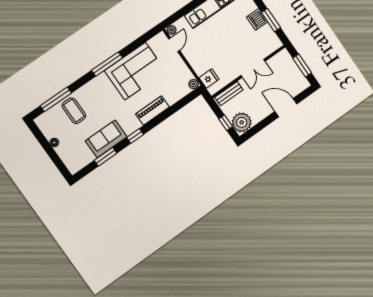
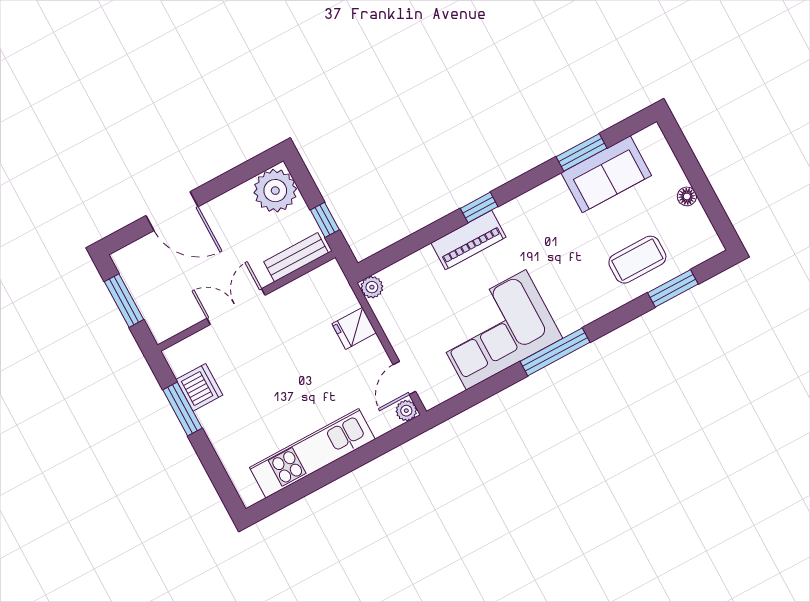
dishwasher: (257, 19) -> (199, 387), moved
fridge: (209, 79) -> (354, 328), moved
window: (56, 99) -> (673, 288), width x0.69
coffee table: (74, 111) -> (637, 260), turned 90
window: (226, 123) -> (325, 220), moved
window: (135, 136) -> (479, 207), moved
sofa: (106, 139) -> (606, 174), moved

